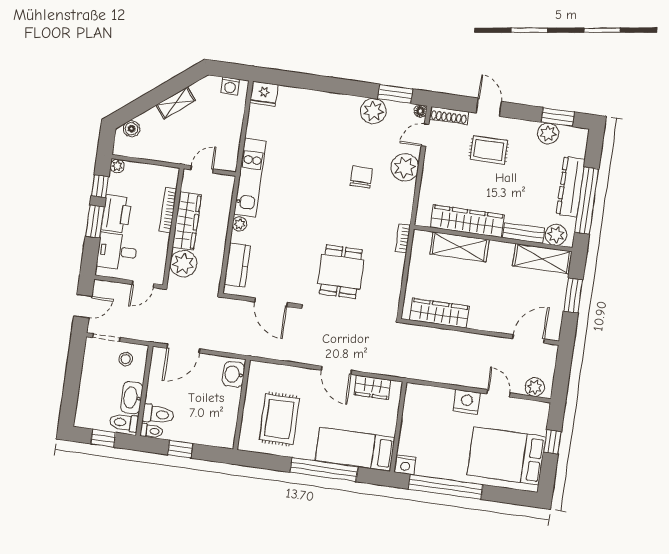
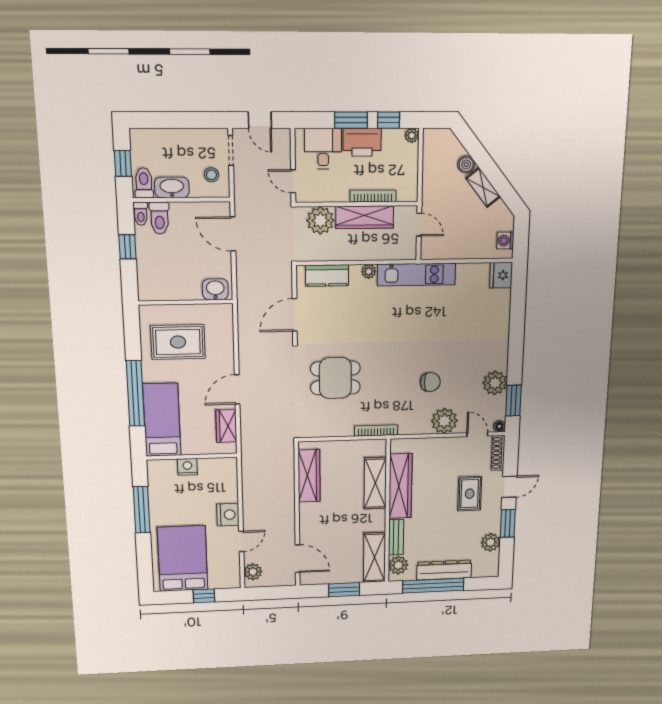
window: (558, 117) -> (508, 523), moved
boiler: (132, 129) -> (466, 165), moved
bookcase: (403, 238) -> (376, 430), width x1.56
nightstand: (405, 465) -> (187, 467), moved, turned 90
window: (446, 487) -> (142, 510), width x0.68

